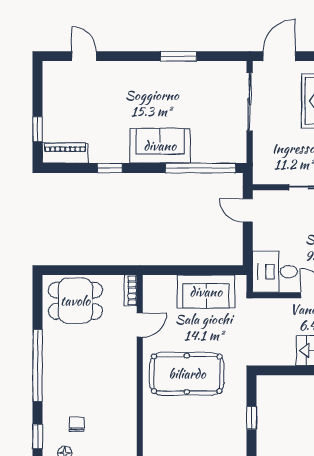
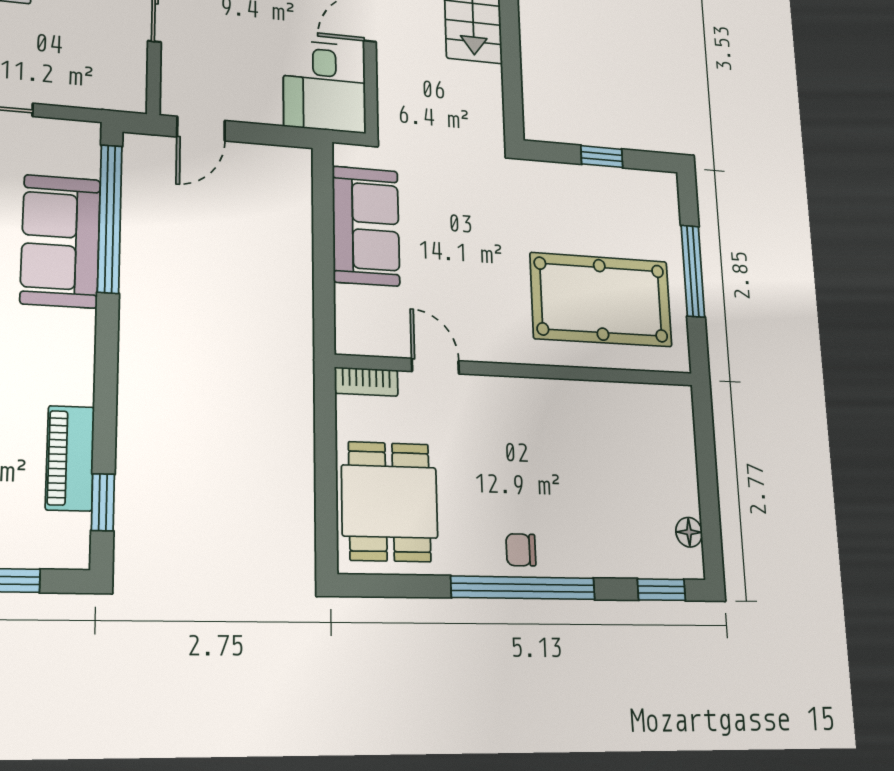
sofa: (160, 146) -> (61, 241), moved
piano: (65, 153) -> (70, 458), moved
window: (110, 168) -> (103, 502), moved
pool table: (187, 374) -> (601, 300), moved, turned 90
chair: (76, 424) -> (521, 550), moved

